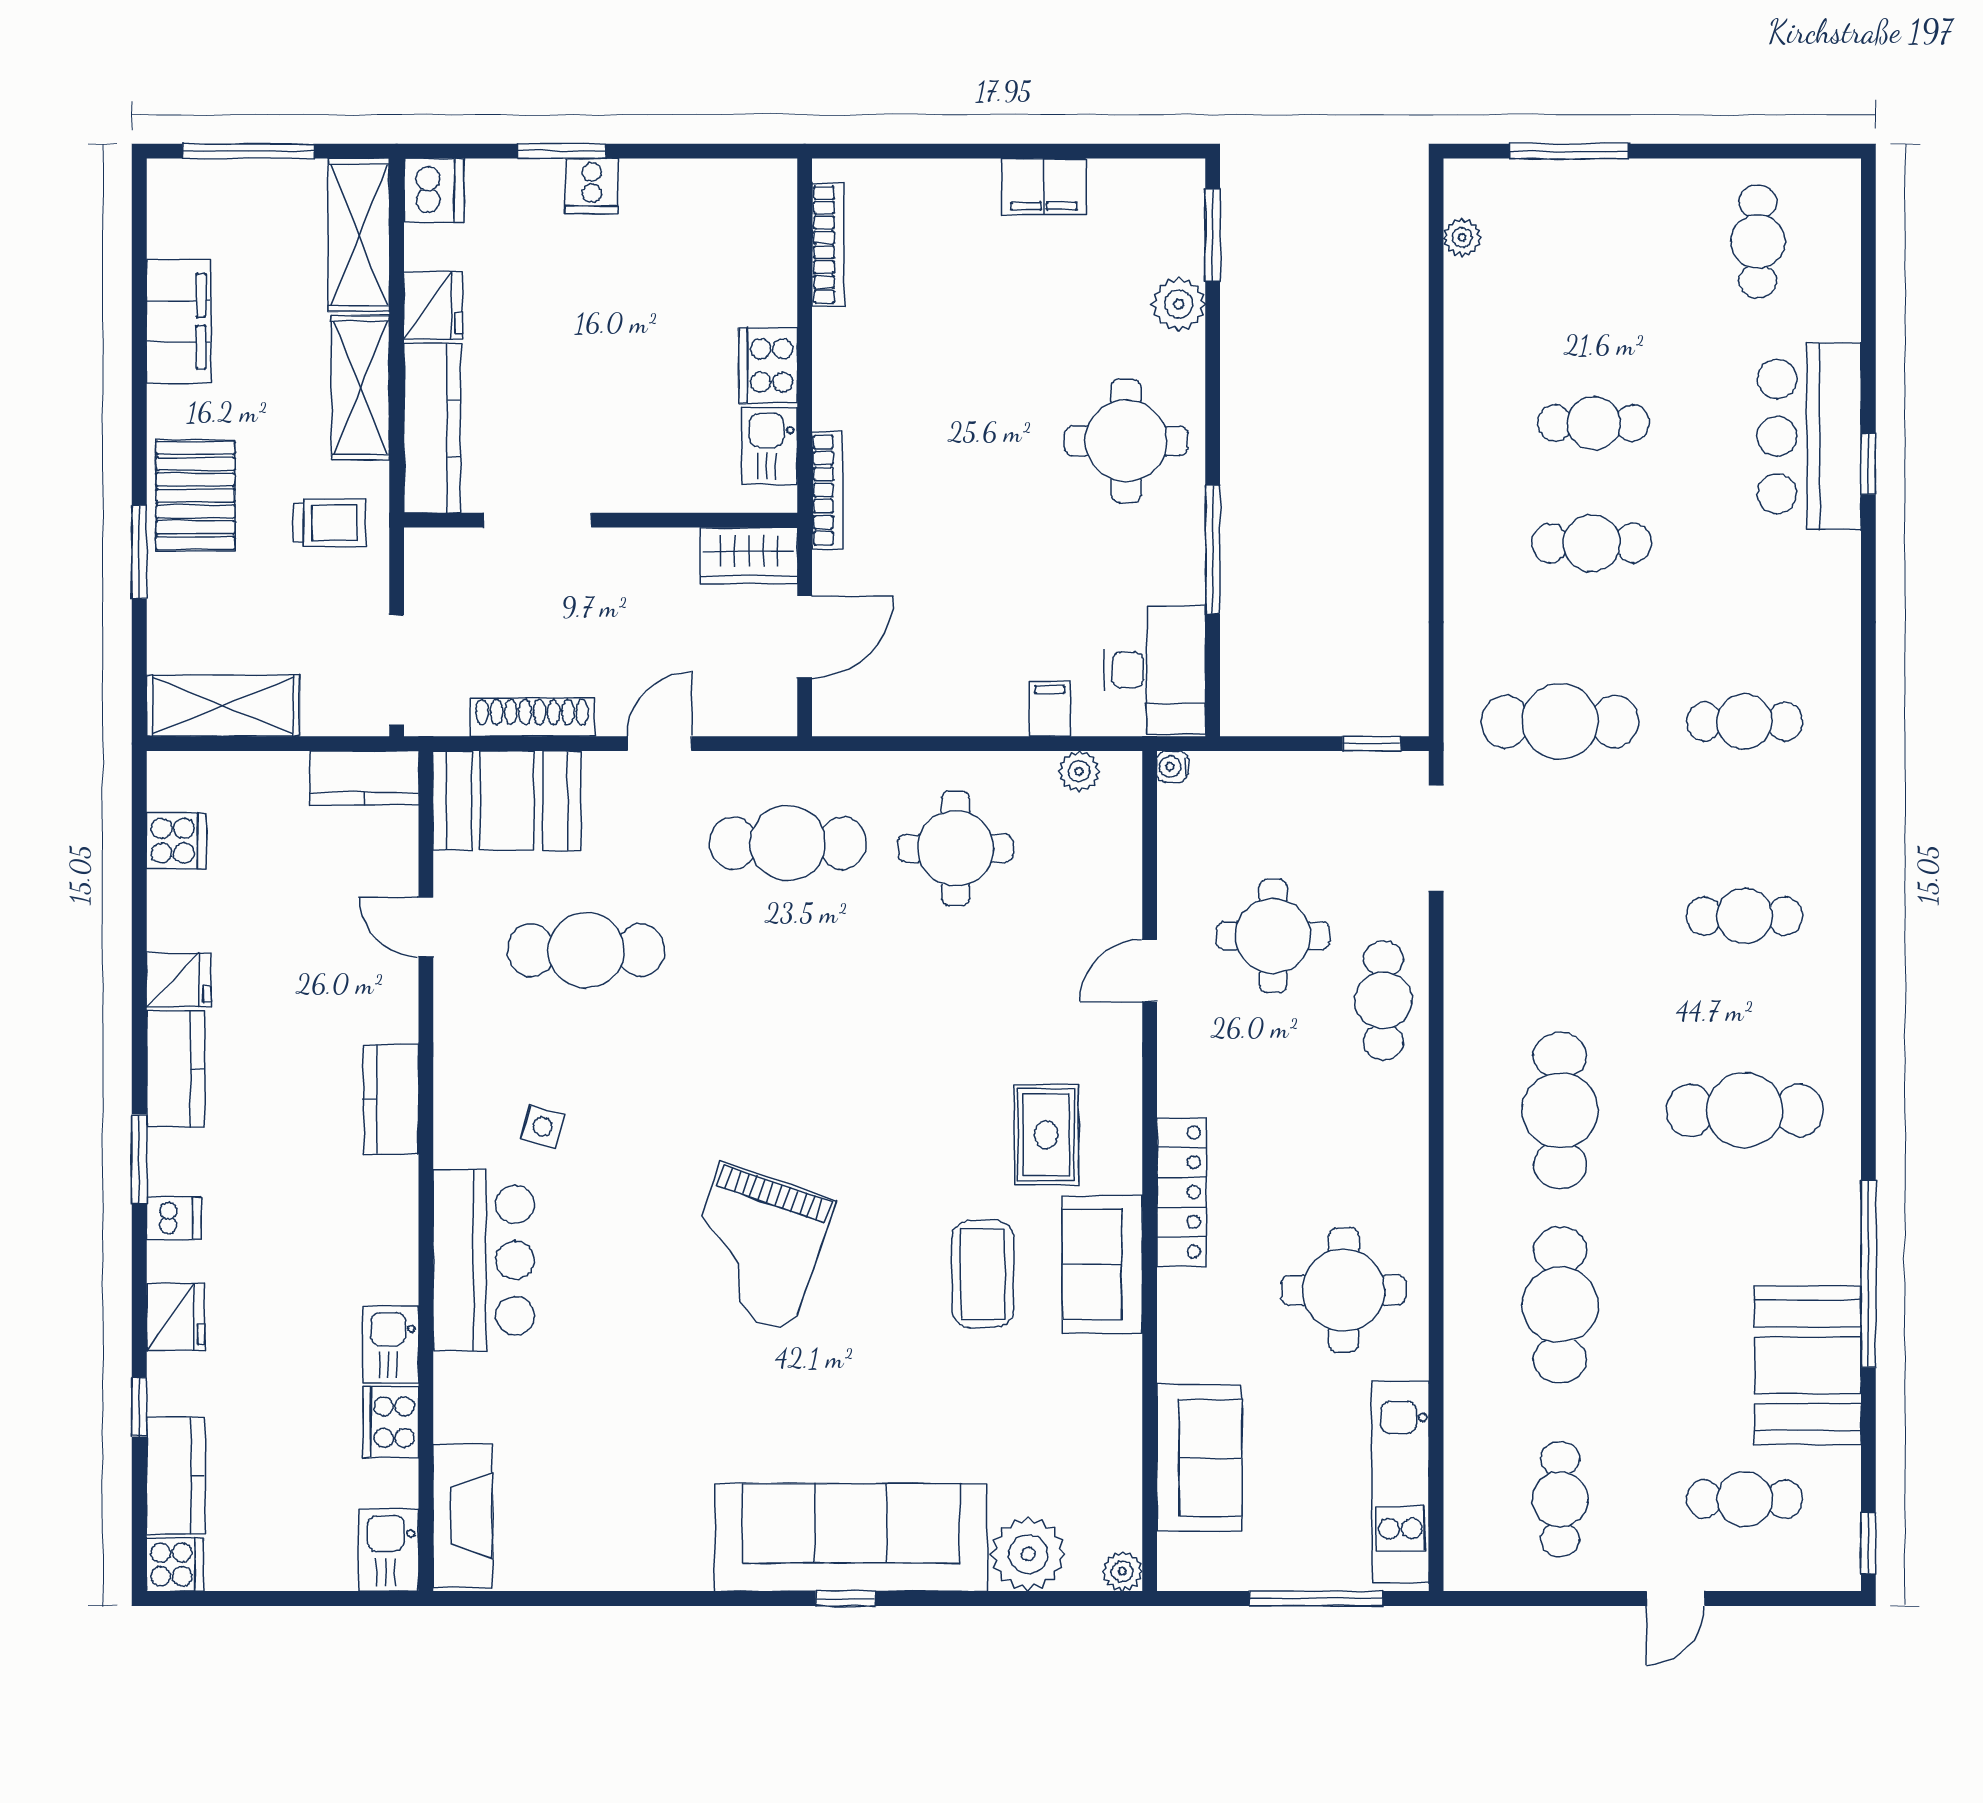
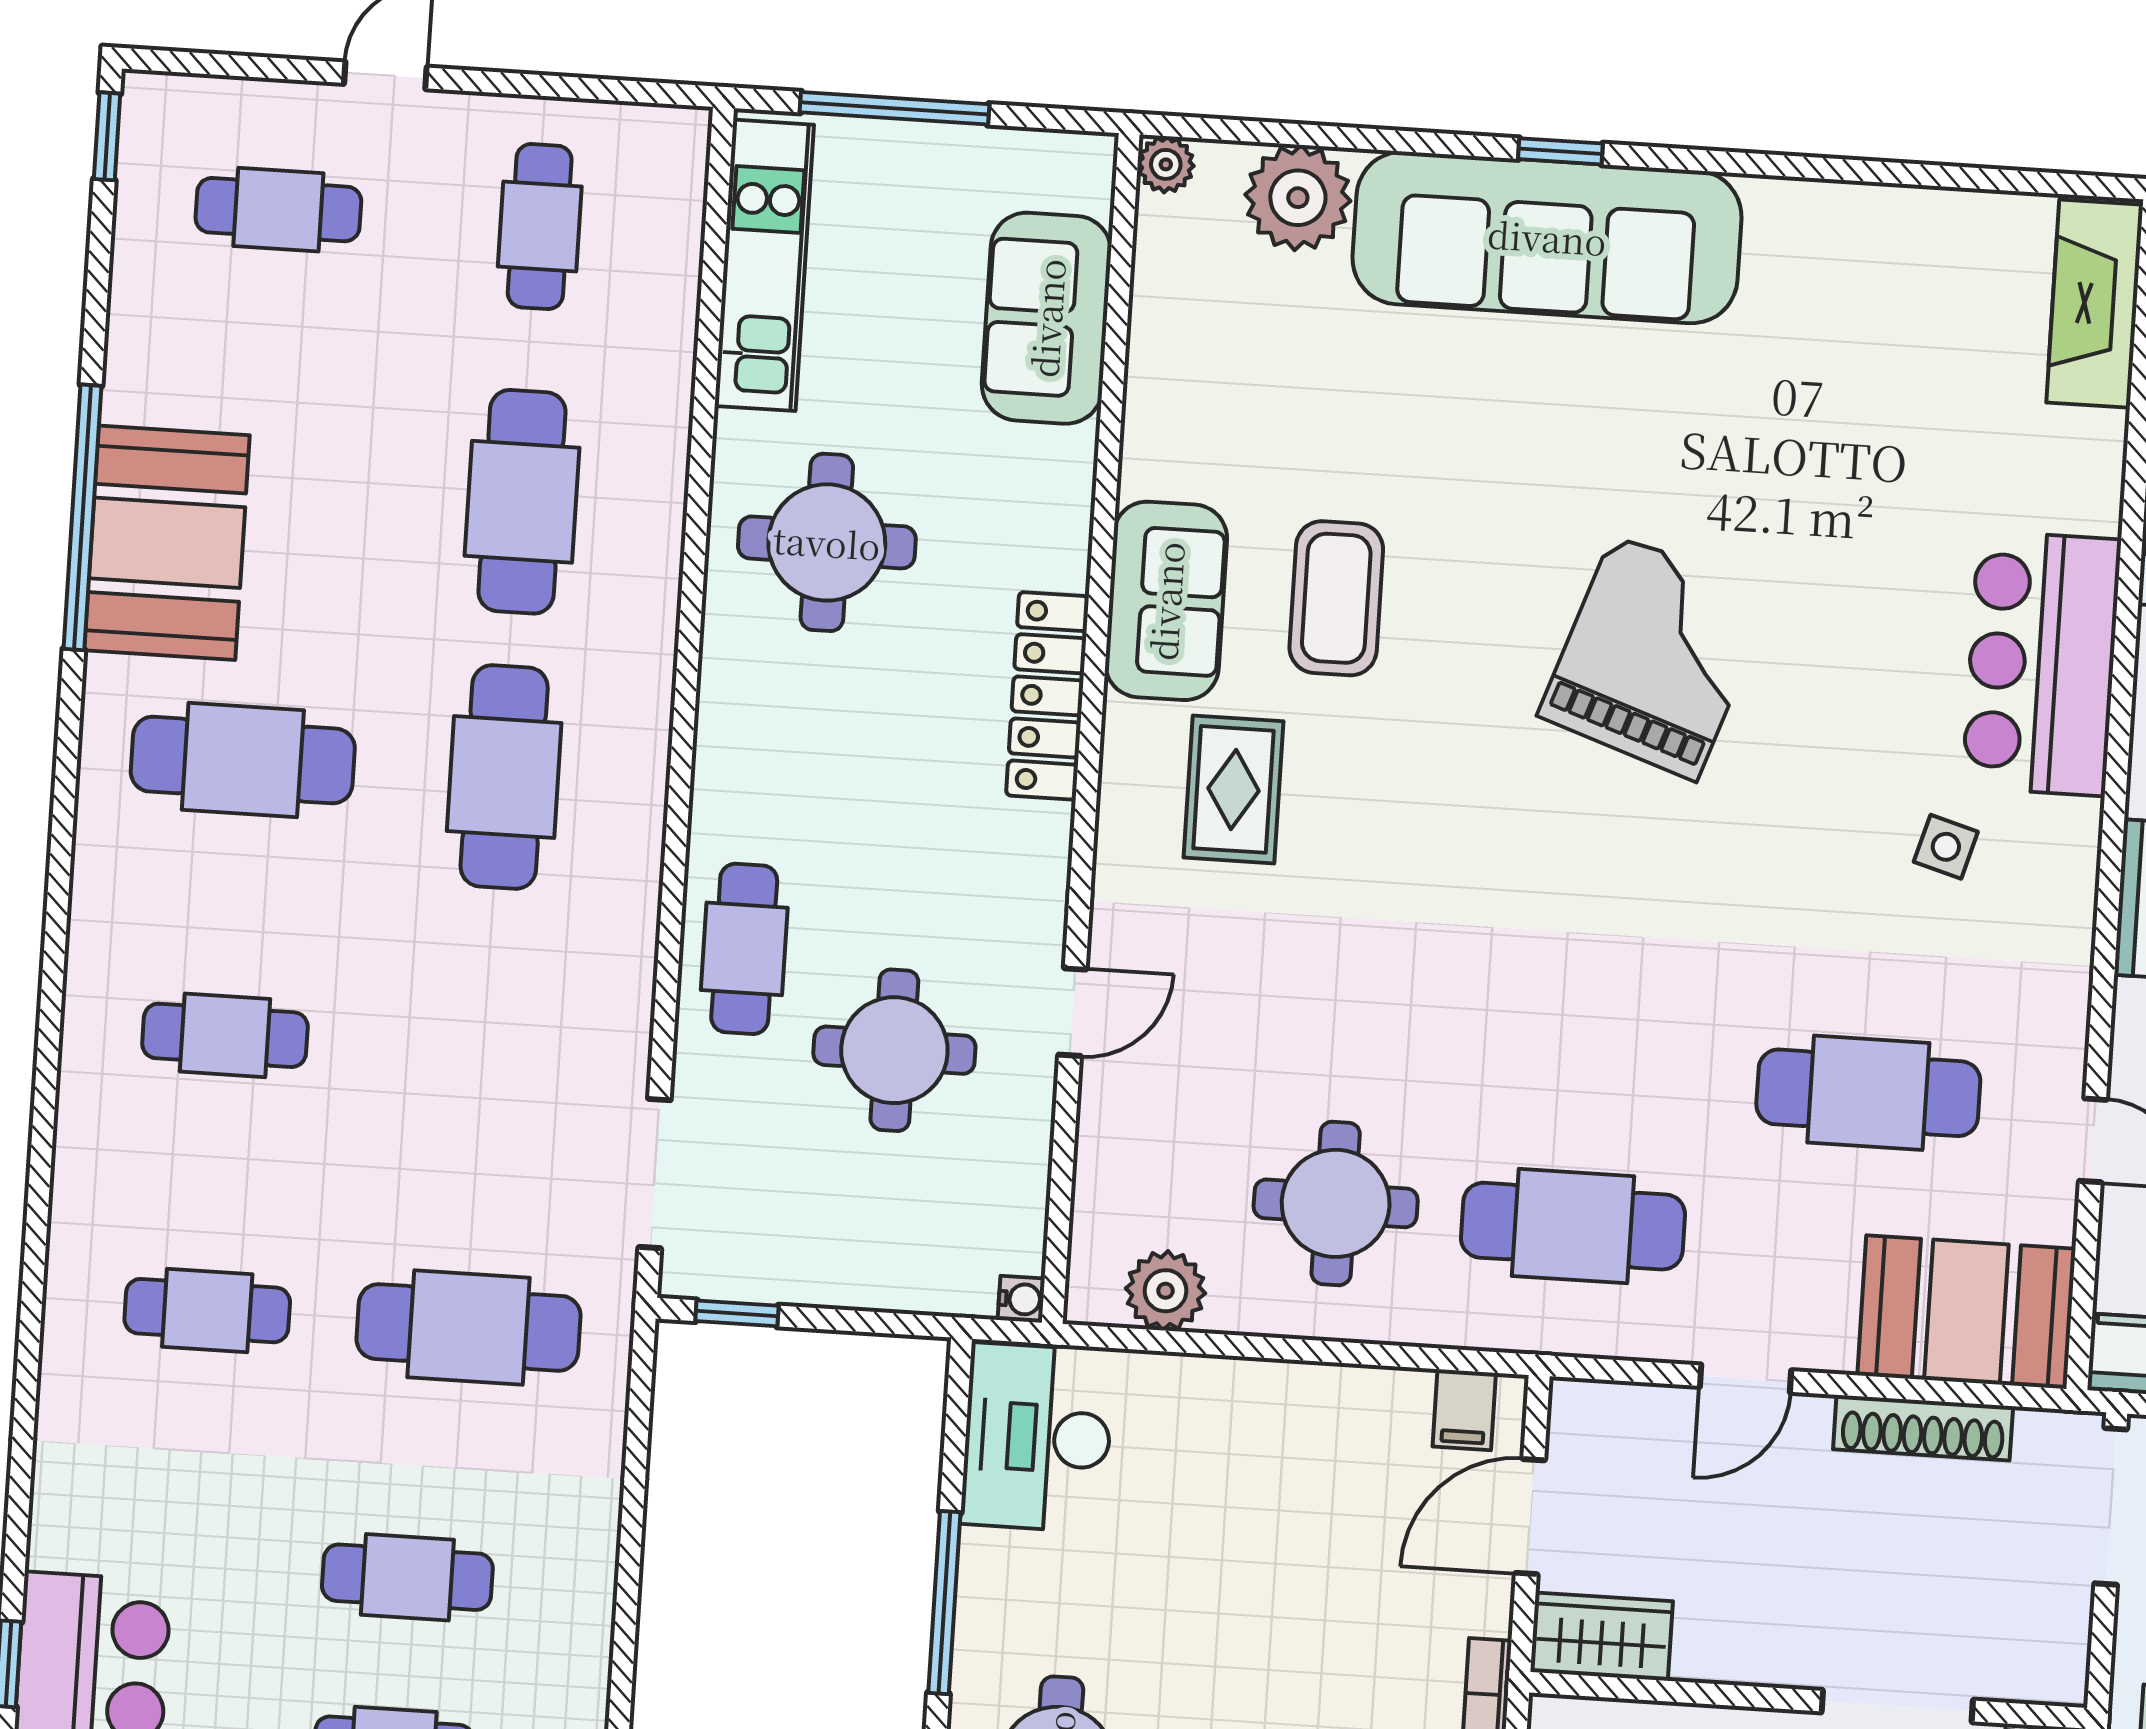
filing cabinet: (1050, 709) -> (1464, 1410), moved
plant: (1079, 771) -> (1166, 1291), width x1.38, depth x1.38
booth: (1808, 1365) -> (167, 543), moved

